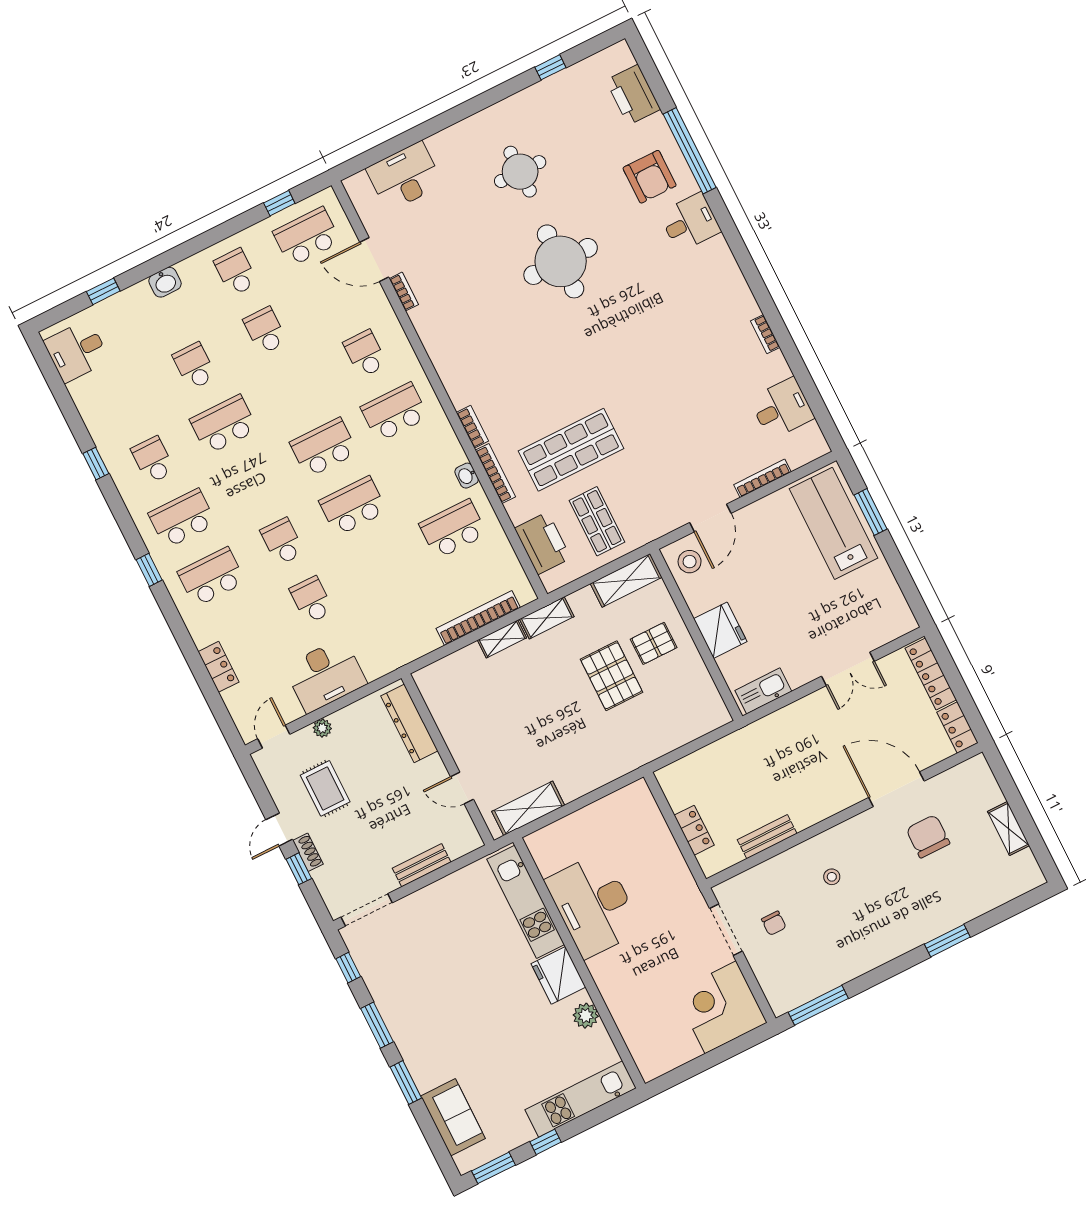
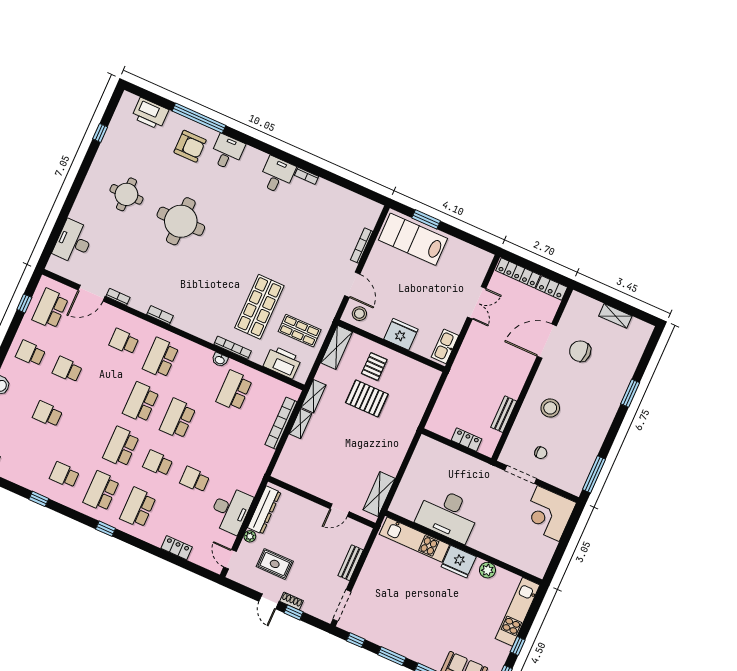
desk: (782, 408) -> (277, 175), moved
school desk: (224, 425) -> (121, 447), moved
bookcase: (472, 427) -> (160, 315), moved
dresser: (409, 723) -> (264, 510), moved, turned -90
stool: (832, 877) -> (550, 408), width x1.89, depth x1.89

